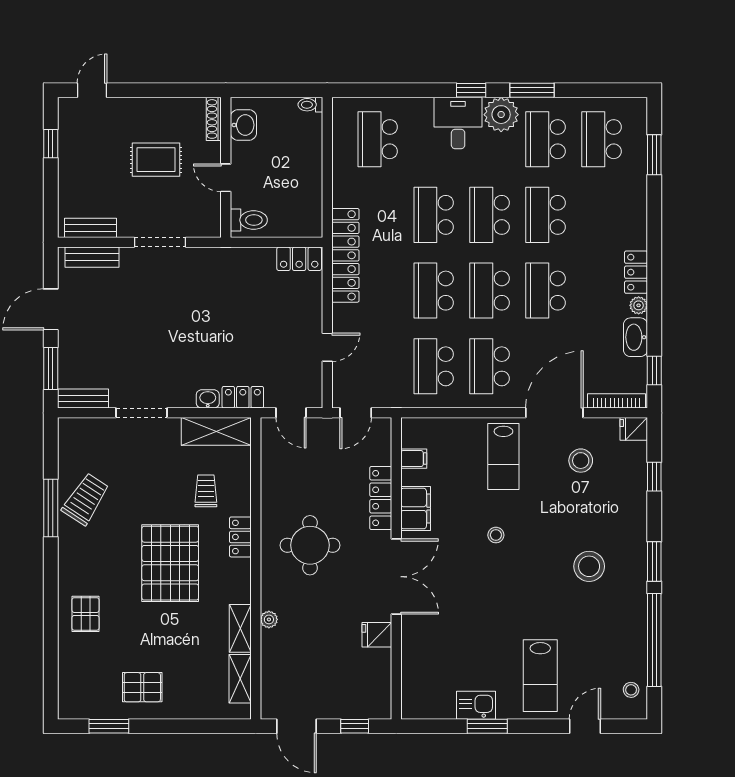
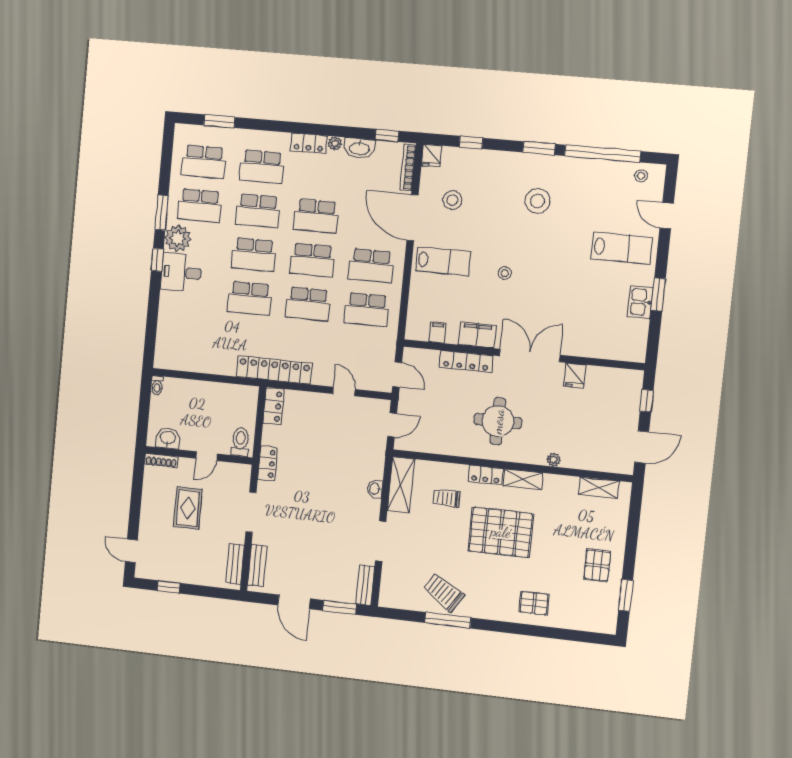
school desk: (378, 139) -> (262, 167), moved
locker: (243, 397) -> (267, 463), moved, turned 180
shelving: (240, 628) -> (523, 479), moved

